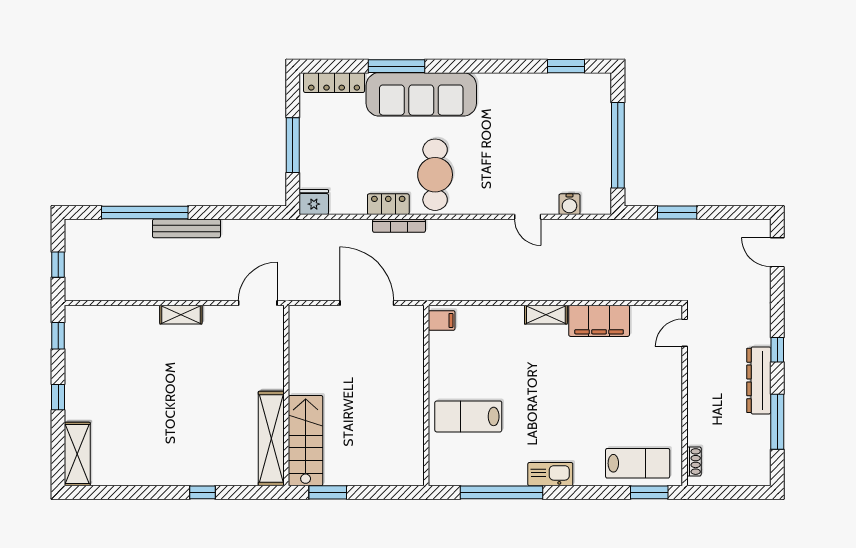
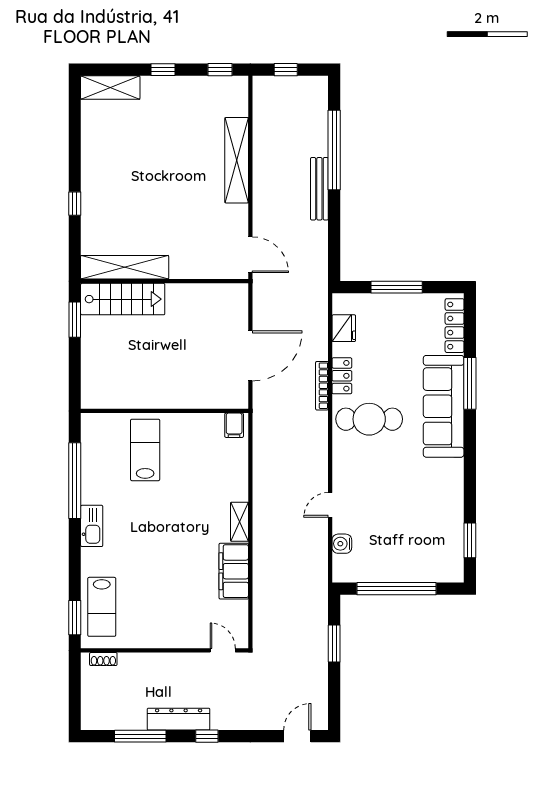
fridge: (314, 202) -> (344, 328), moved
shelving: (181, 315) -> (237, 160), width x2.20, depth x1.33

